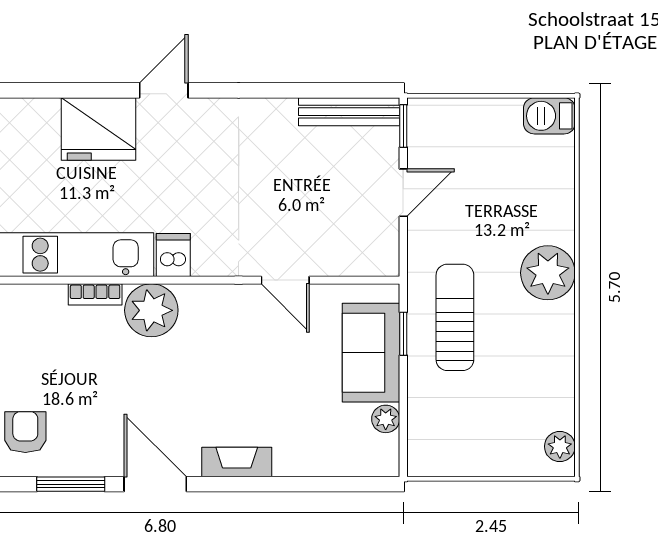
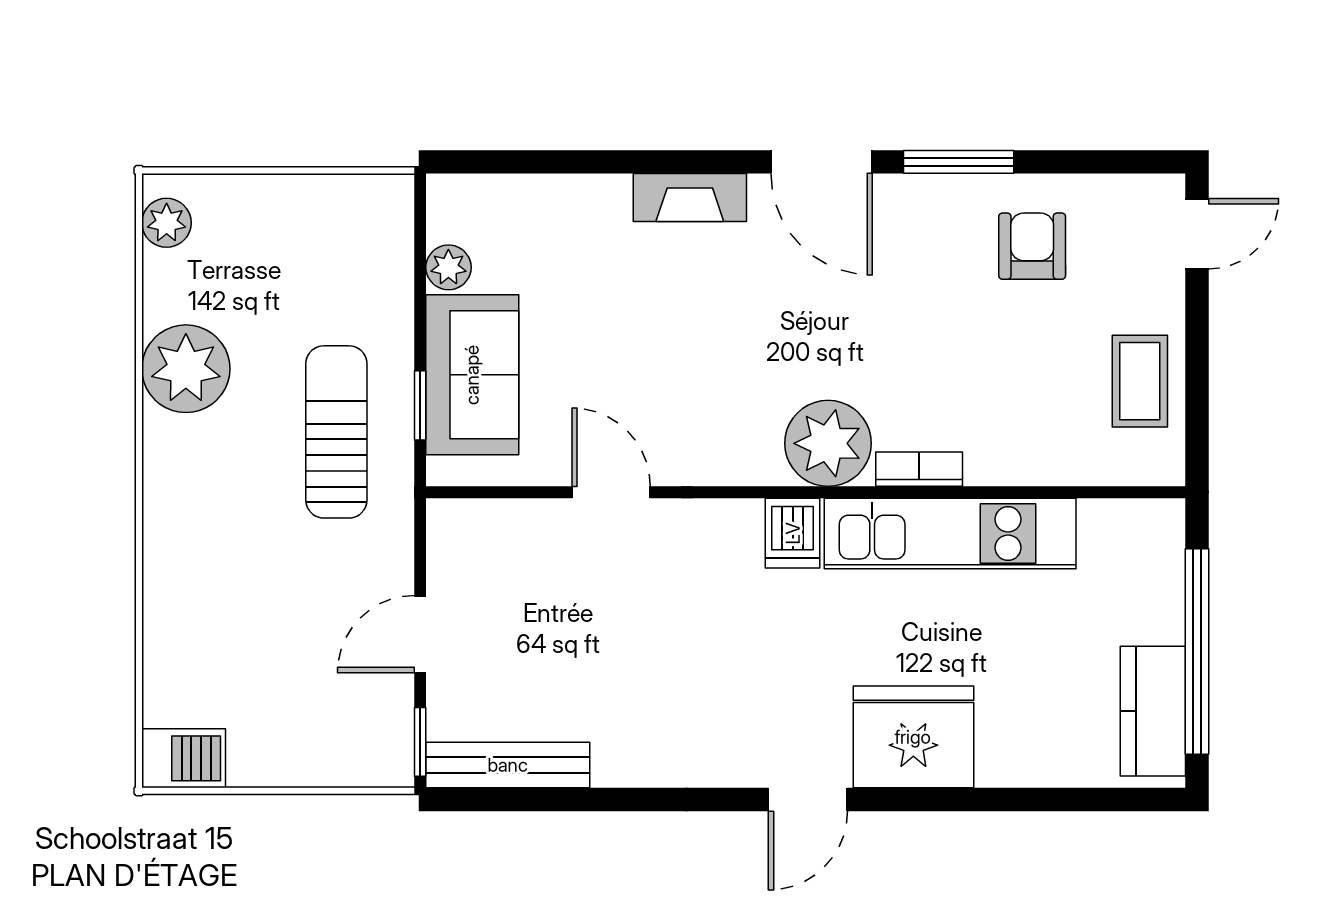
plant: (548, 273) -> (186, 369), moved
sun lounger: (455, 317) -> (336, 432), turned 180
armchair: (25, 432) -> (1032, 246), turned 180

